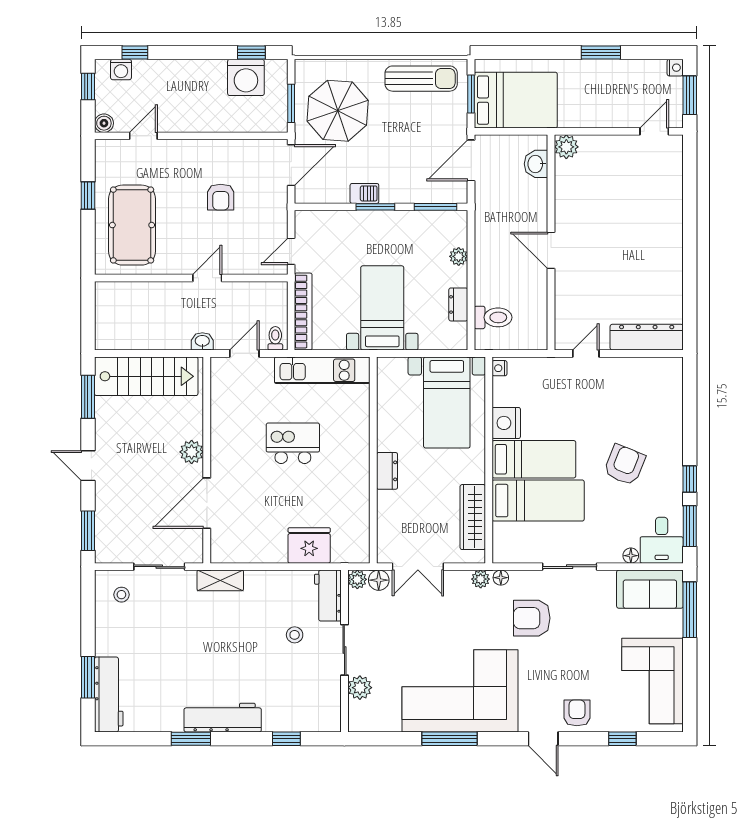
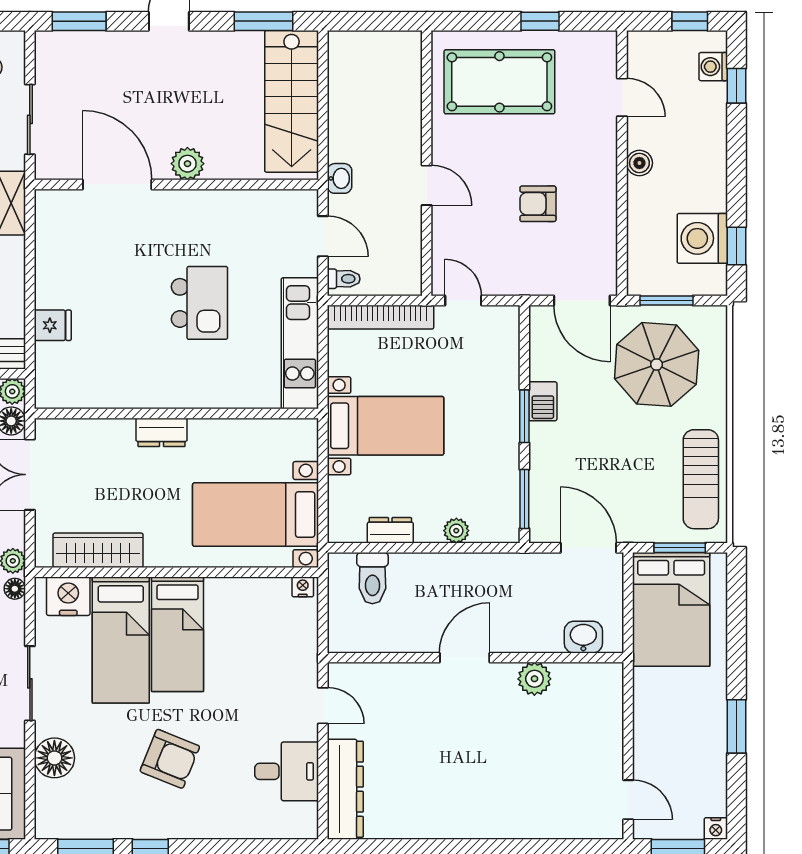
boiler: (104, 123) -> (639, 163), moved
plant: (566, 147) -> (534, 679), moved
nightstand: (506, 423) -> (68, 596), moved
desk: (662, 540) -> (287, 771), moved, turned 180
fridge: (309, 545) -> (53, 325), width x0.53, depth x0.75
floor lamp: (631, 556) -> (54, 758), width x1.89, depth x1.89

